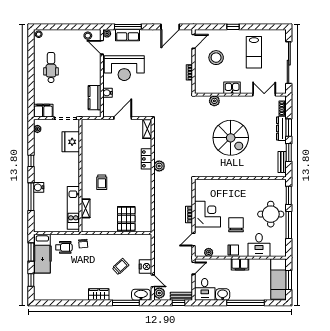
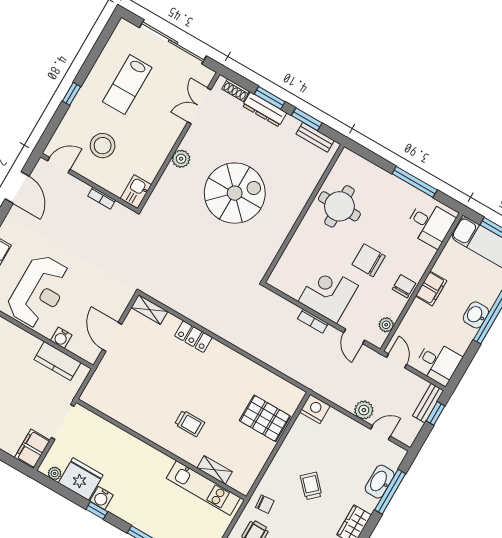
door: (193, 41) -> (59, 165), hinge flipped
lab bench: (254, 52) -> (127, 85), turned 90
kitchen sink: (232, 88) -> (136, 192), moved
plant: (214, 101) -> (181, 159), moved
fridge: (71, 142) -> (81, 479), moved, turned 180
plant: (159, 166) -> (215, 324), removed
water cooler: (39, 187) -> (102, 498), moved
window: (289, 195) -> (371, 156), removed
round table: (271, 214) -> (339, 206), moved
desk: (259, 245) -> (430, 224), moved
trolley: (120, 266) -> (311, 486), moved
nightstand: (146, 267) -> (315, 409), moved
plant: (159, 293) -> (364, 410), moved
washbasin: (141, 295) -> (380, 482), moved
washbasin: (223, 295) -> (476, 315), moved

